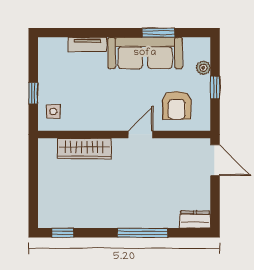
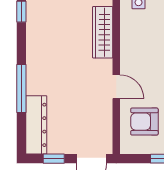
window: (215, 199) -> (54, 159), added
dresser: (195, 220) -> (36, 125), width x1.96, depth x1.24

